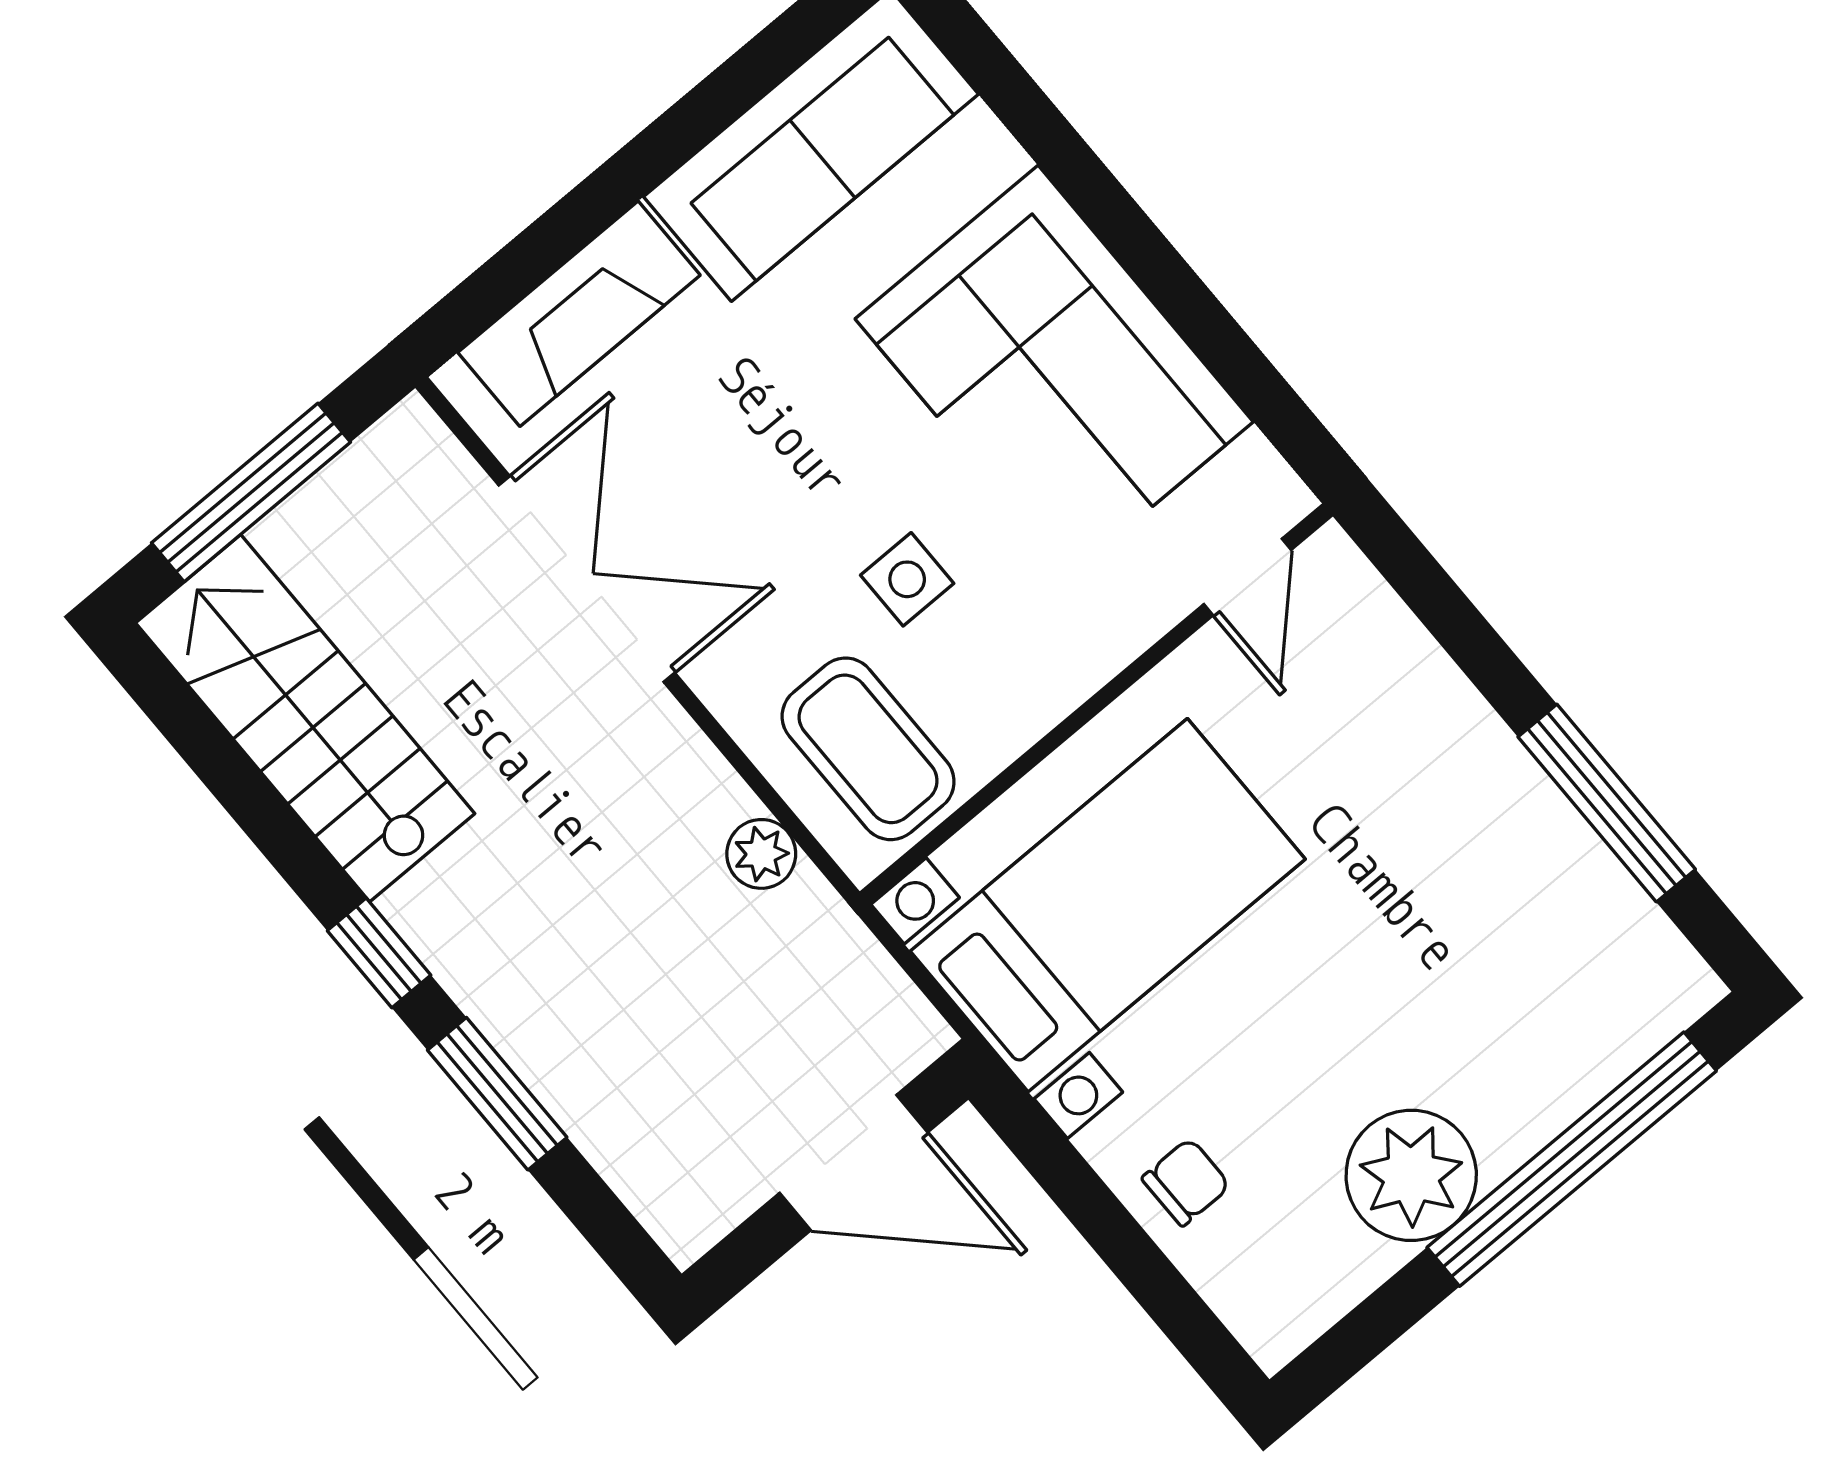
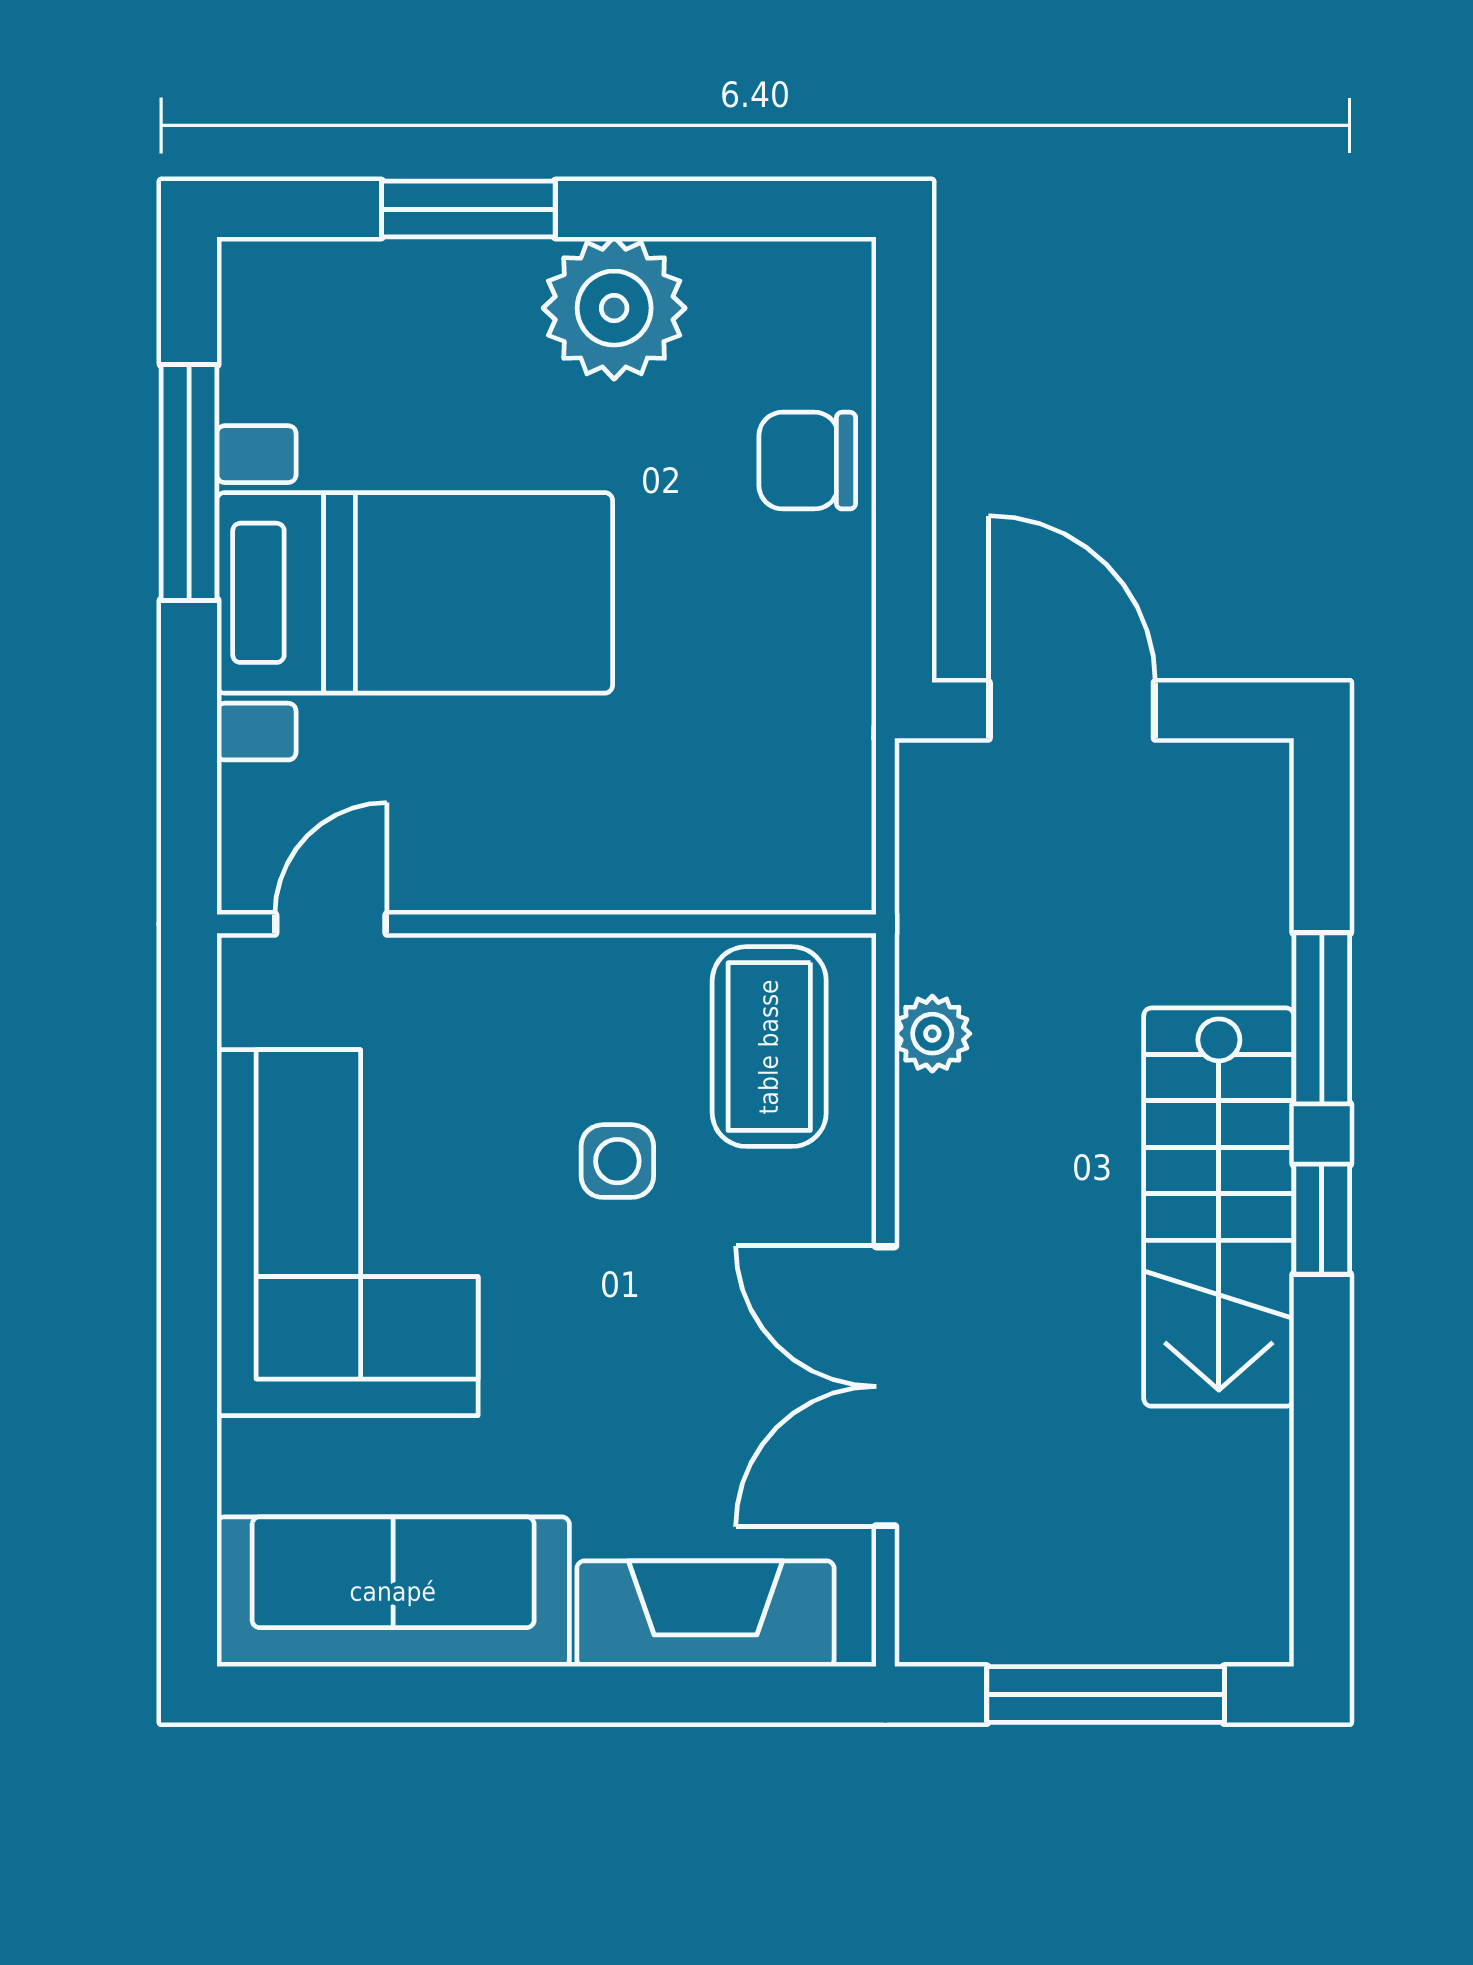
stairs: (305, 718) -> (1219, 1207), moved
bed with nightstands: (1108, 905) -> (415, 593), moved, turned 180
window: (1572, 1159) -> (468, 209), width x0.47
chair: (1186, 1182) -> (807, 461), width x1.37, depth x1.37

